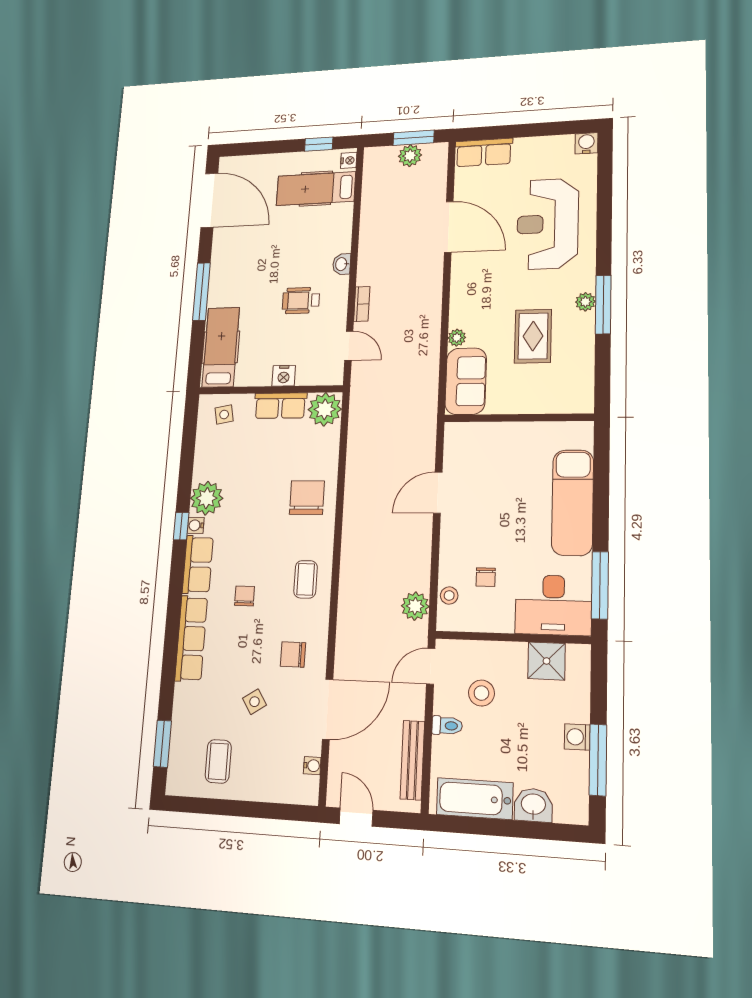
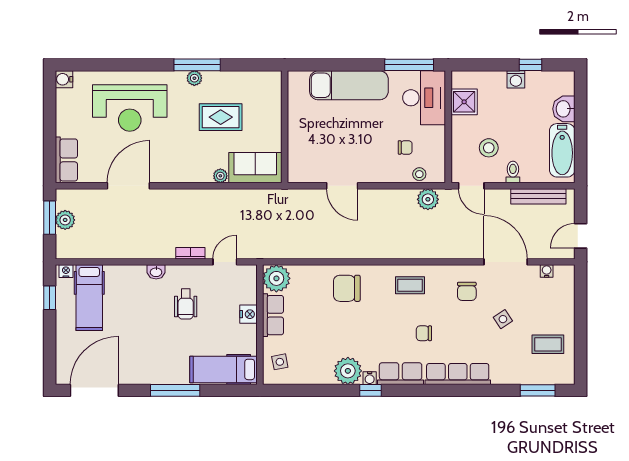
window: (598, 760) -> (531, 65), width x0.46

